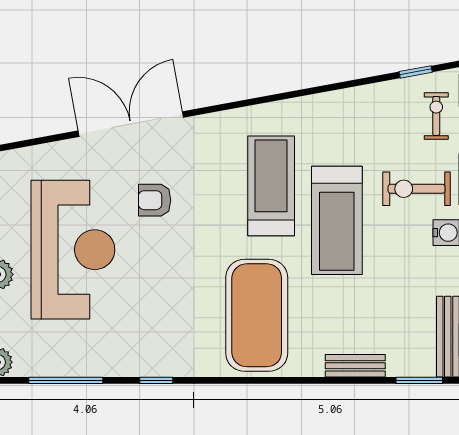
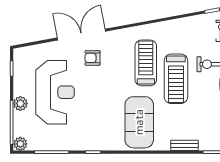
armchair: (155, 200) -> (93, 58), moved

